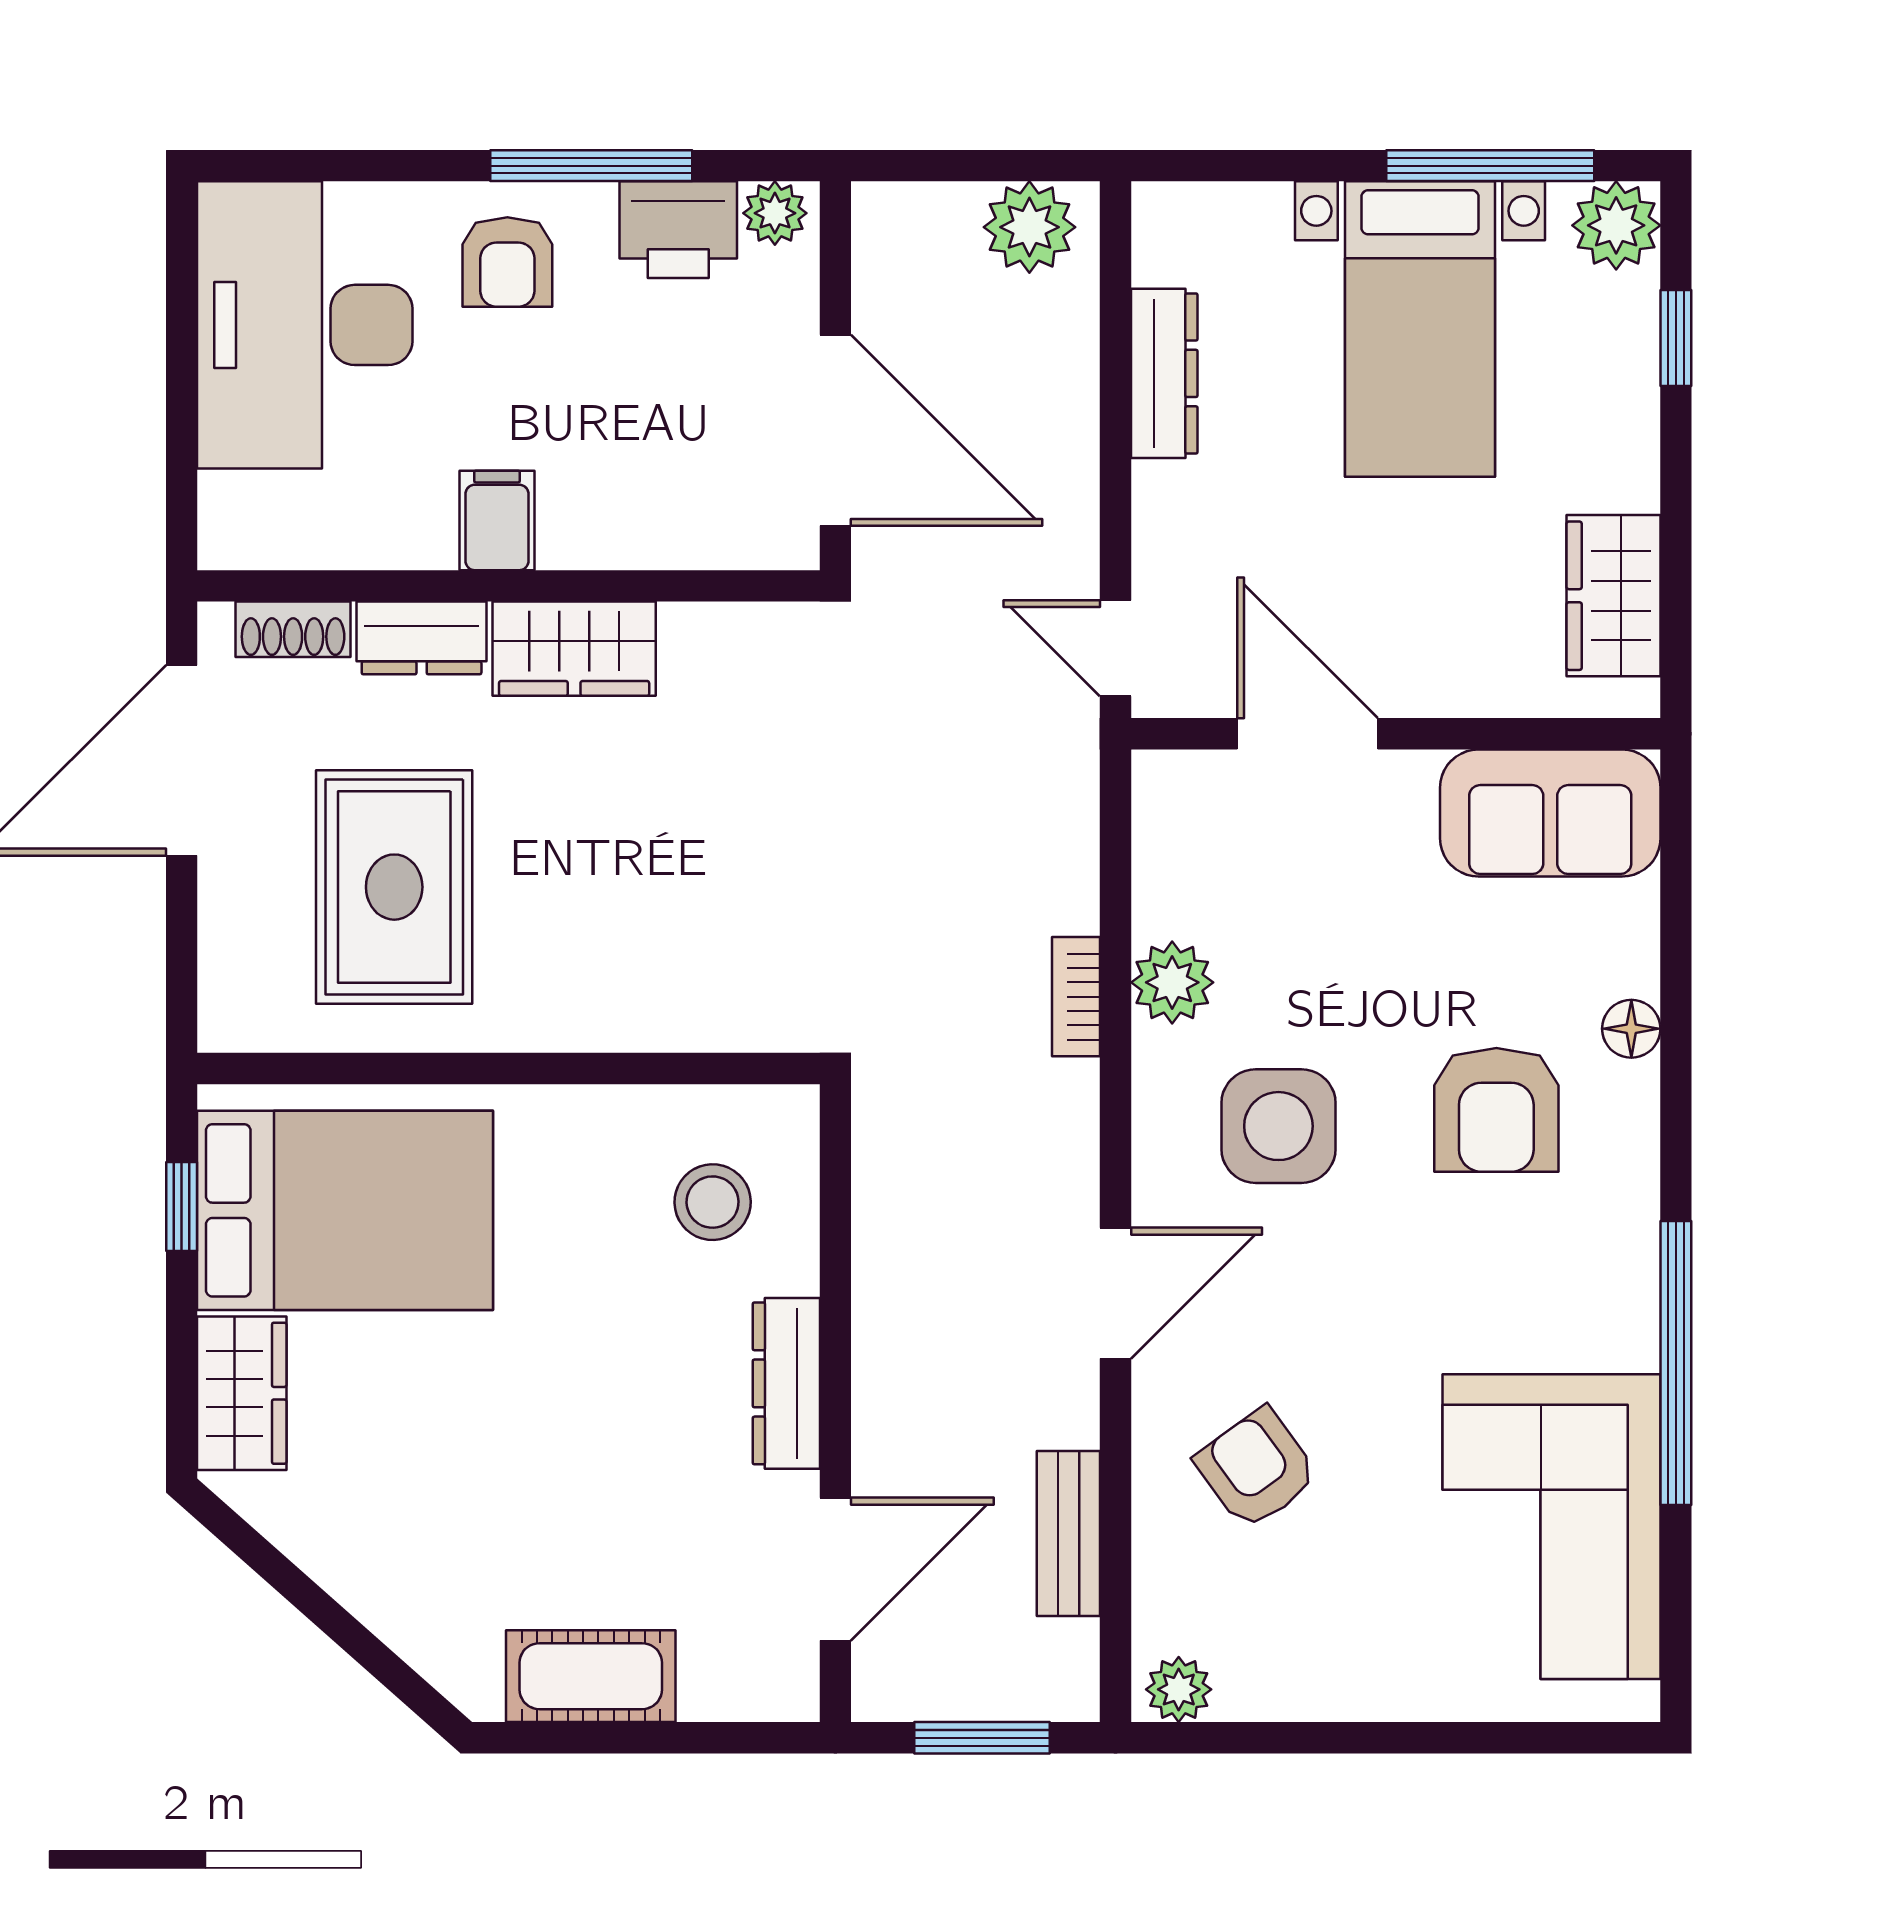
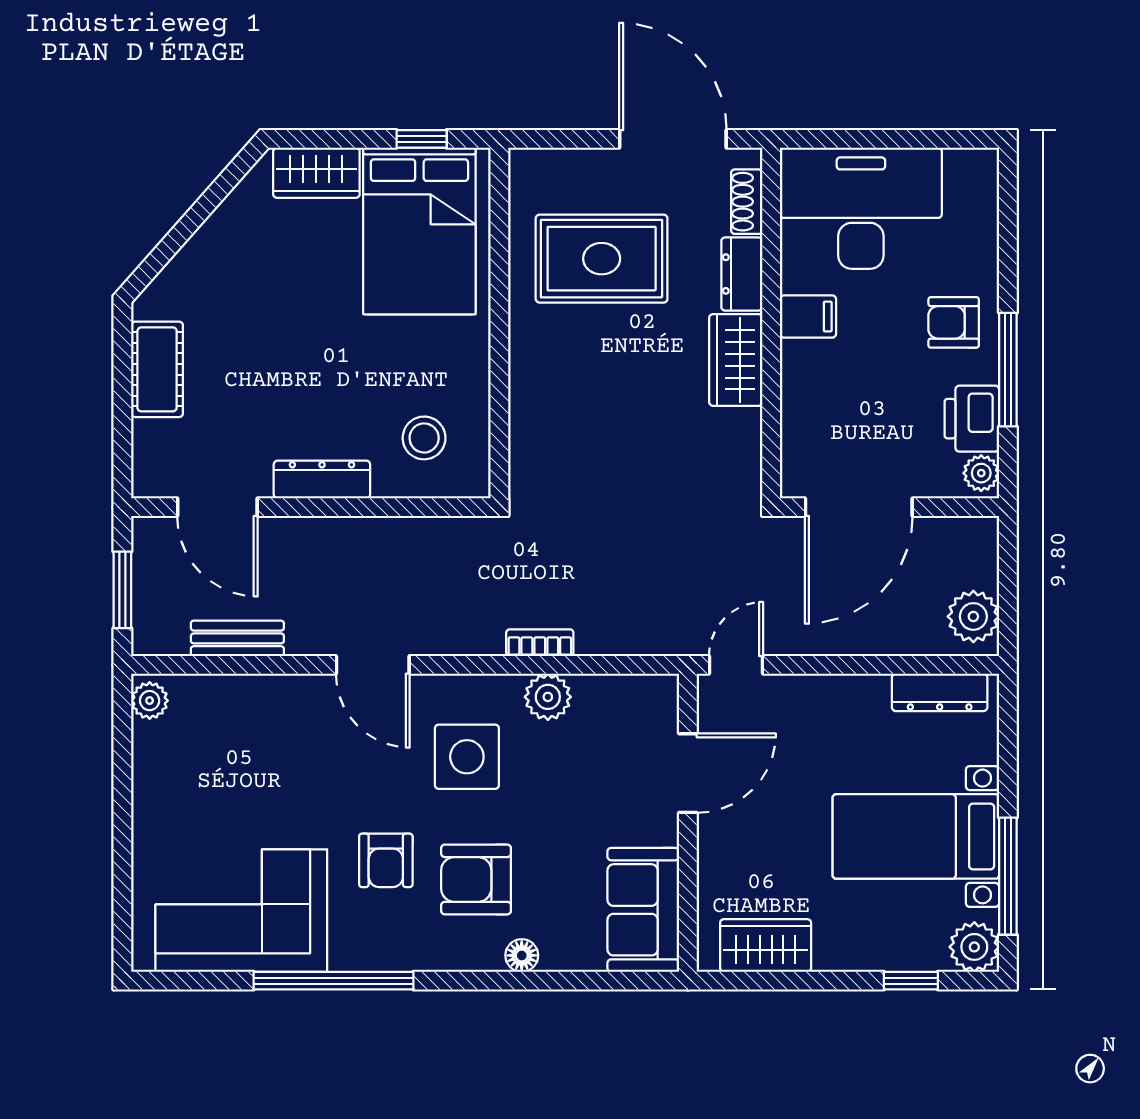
desk: (305, 325) -> (861, 208), moved
dresser: (1164, 373) -> (940, 692), moved
armchair: (1257, 1469) -> (386, 860), moved, turned 126

